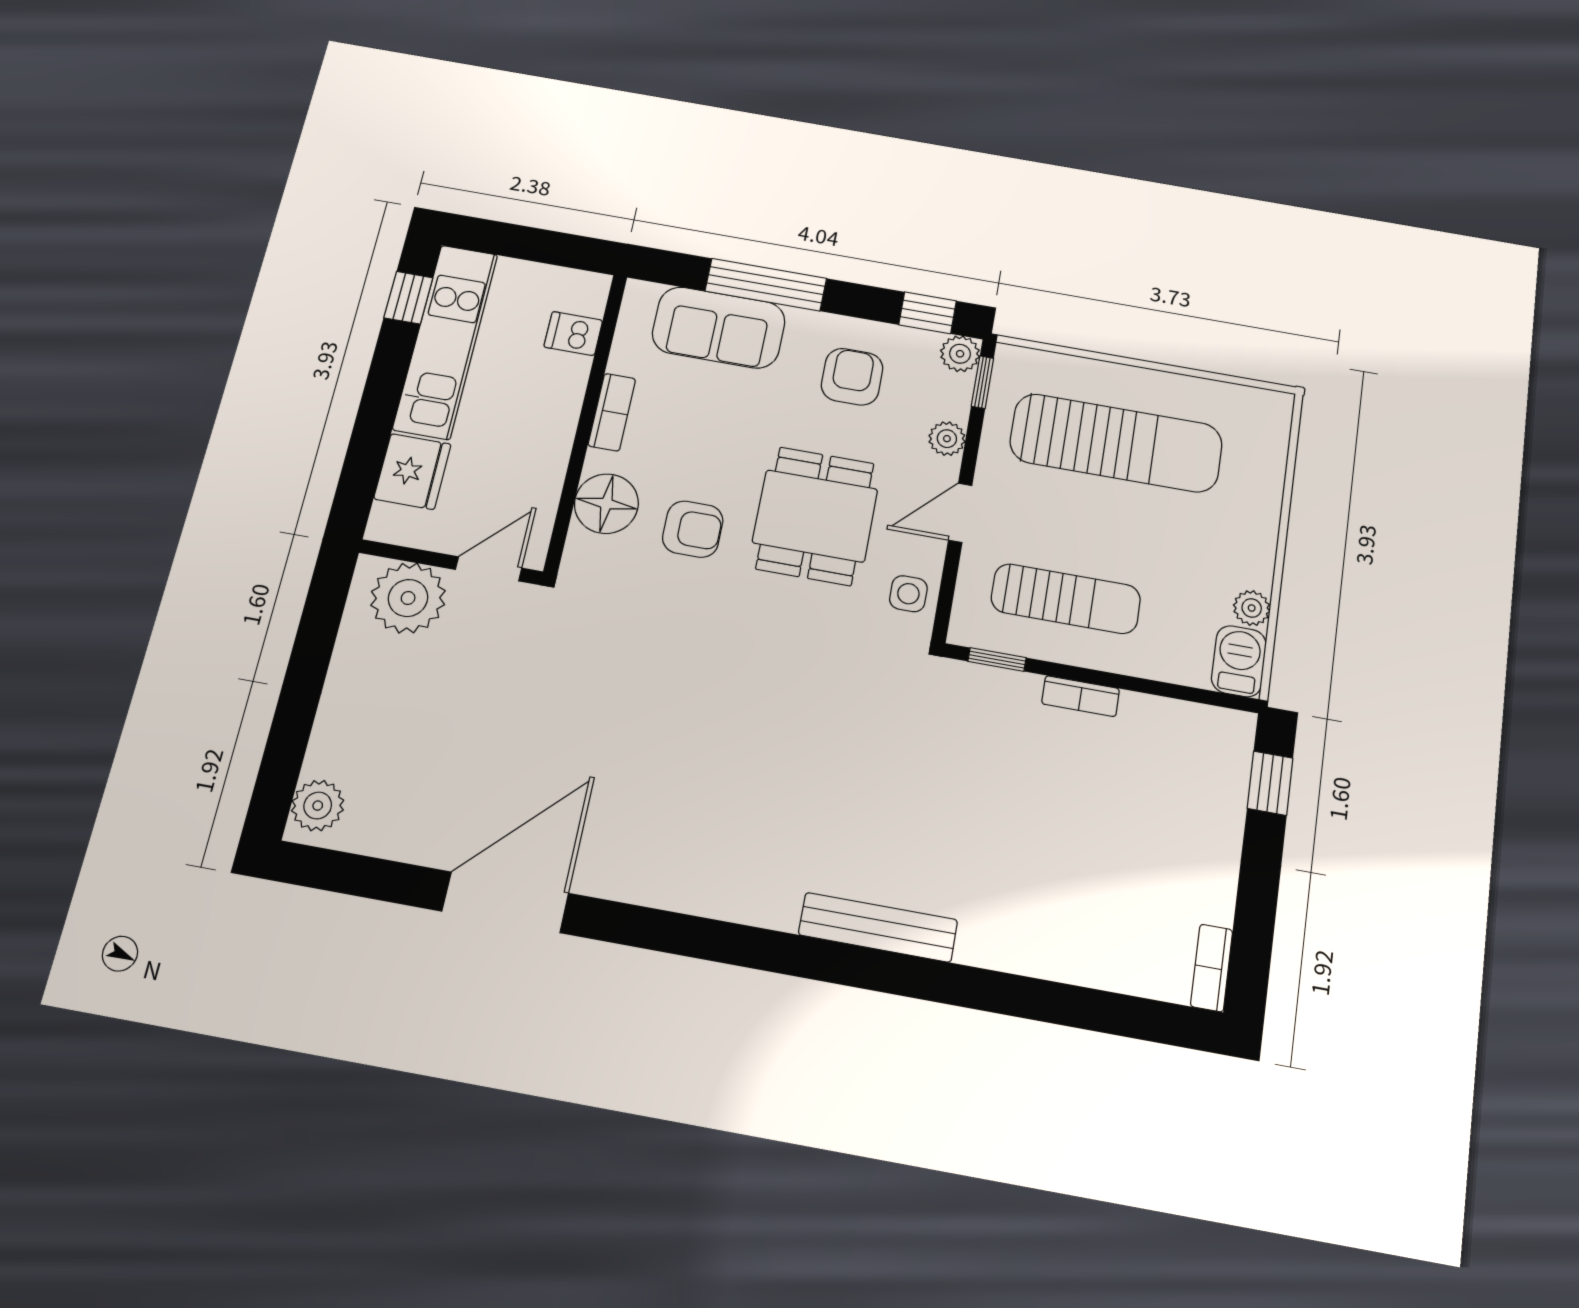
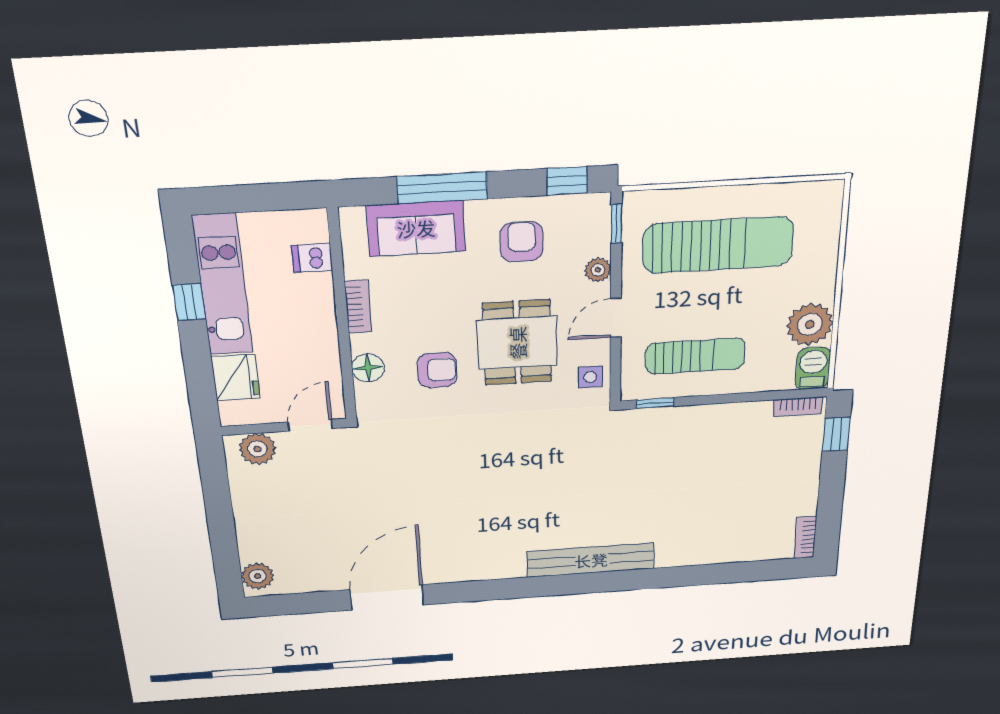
window: (408, 298) -> (189, 302), moved
plant: (960, 354) -> (597, 206), removed
floor lamp: (606, 504) -> (368, 368), width x0.73, depth x0.73
plant: (408, 598) -> (257, 449), width x0.73, depth x0.73
plant: (1252, 608) -> (810, 324), width x1.87, depth x1.87
bookcase: (1081, 696) -> (798, 407), moved
bench: (878, 927) -> (591, 560), width x1.37, depth x1.21

